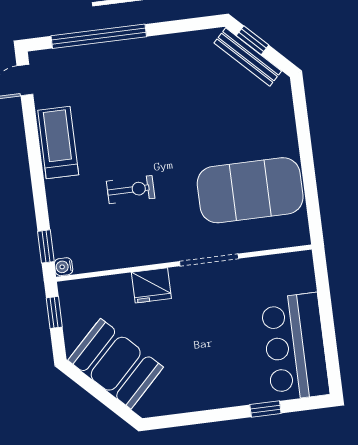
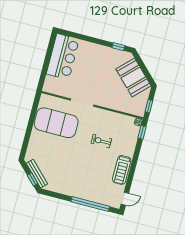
fridge: (151, 285) -> (108, 102), removed
window: (265, 409) -> (118, 47), moved

